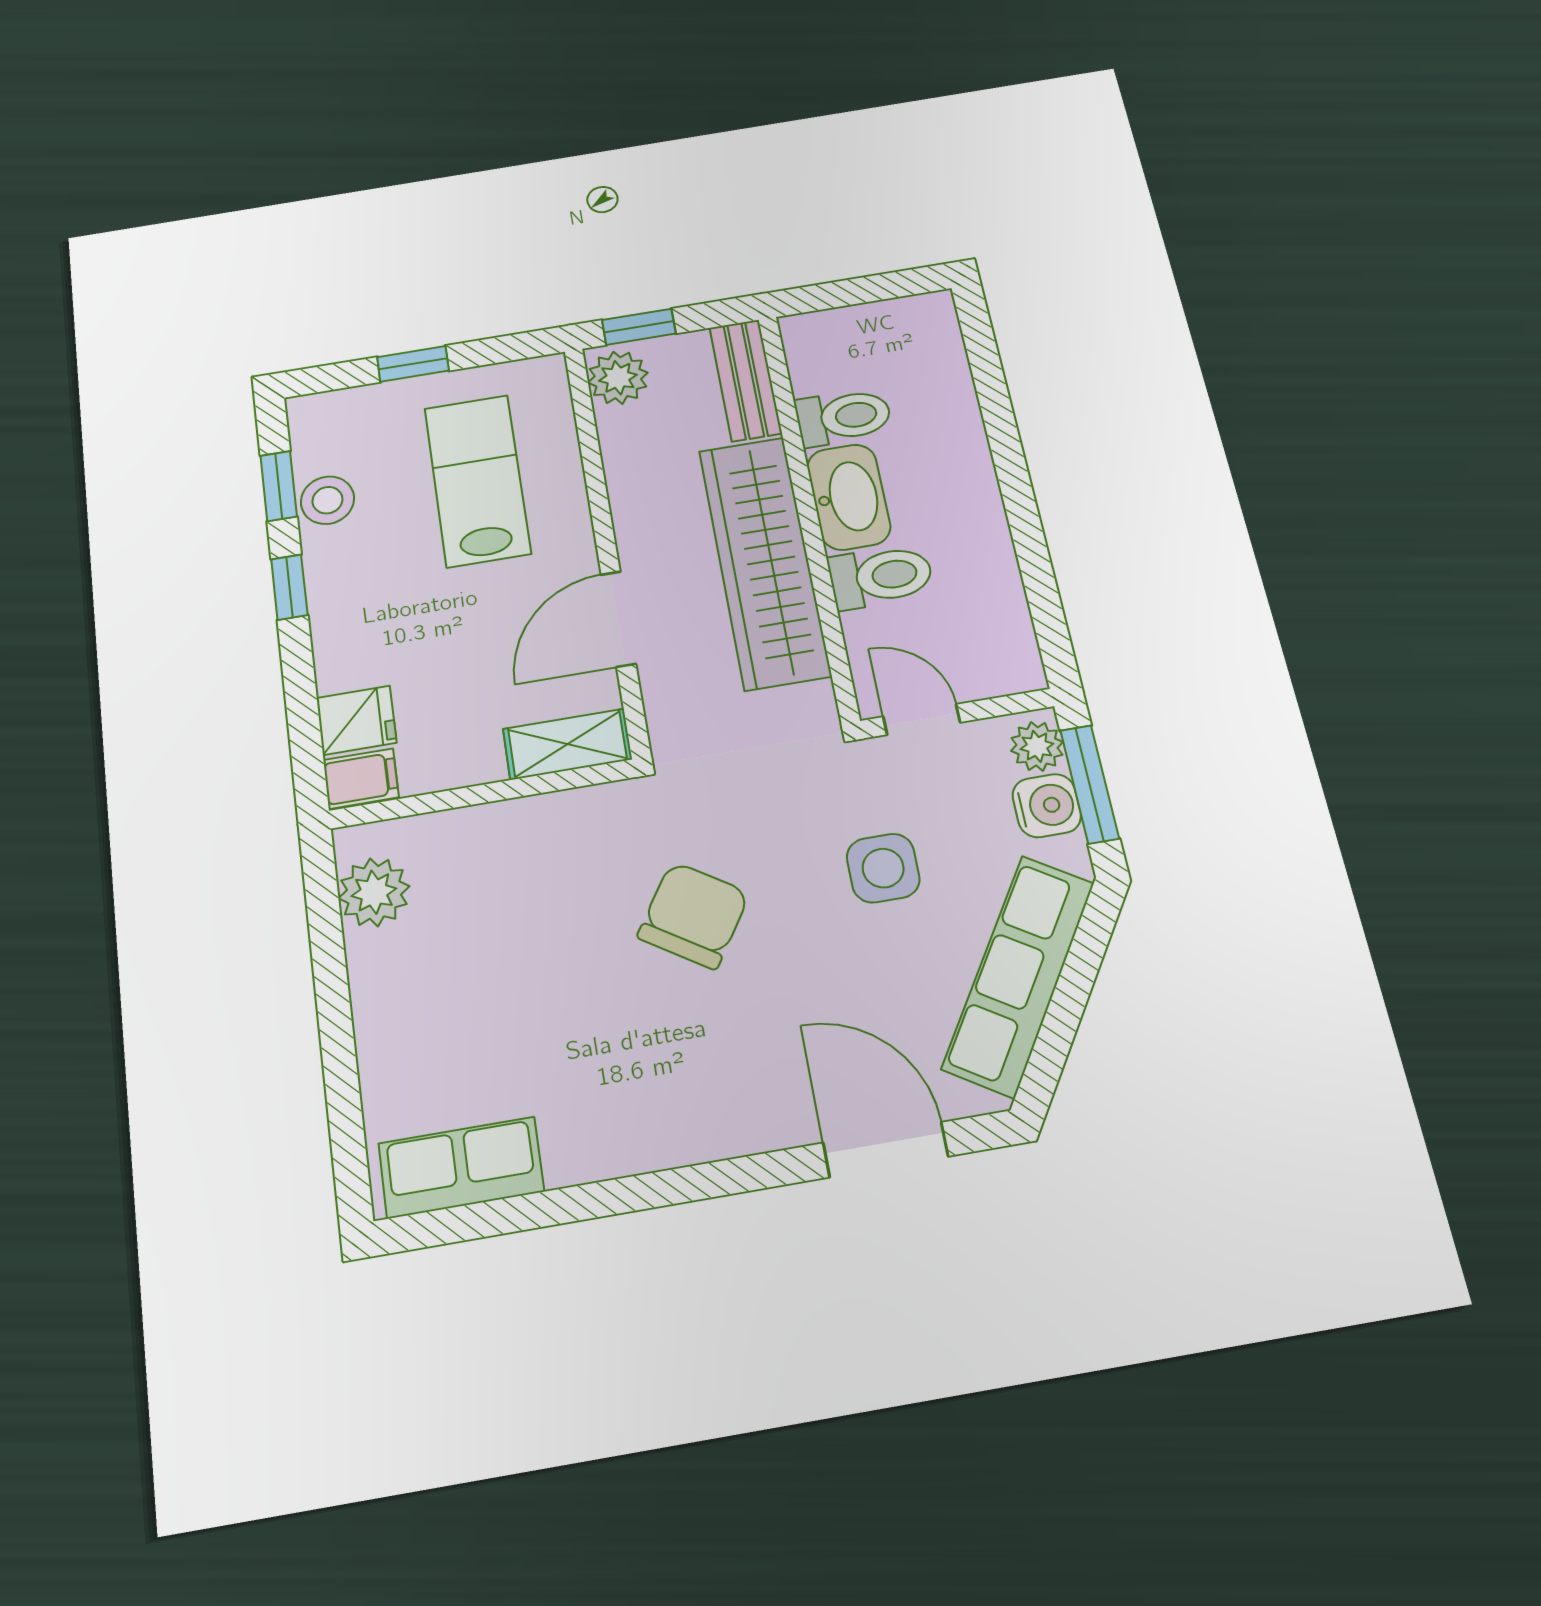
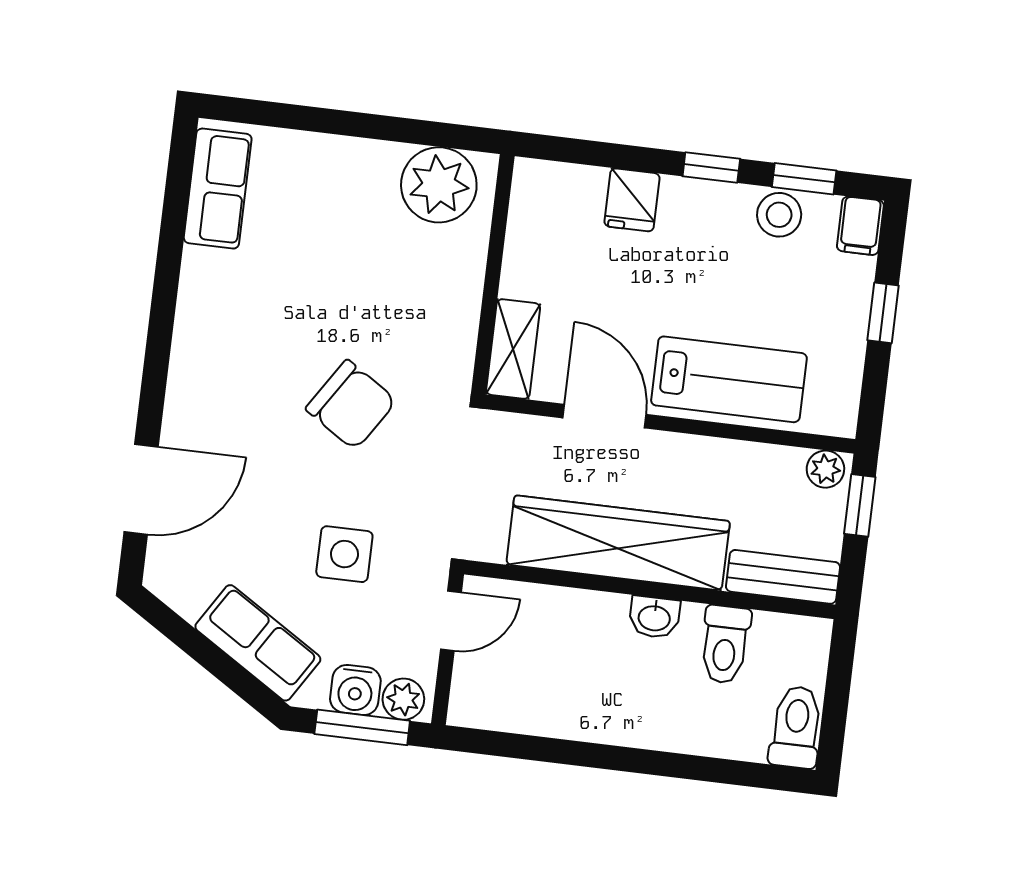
plant: (618, 378) -> (825, 469), width x0.73, depth x0.73
lab bench: (477, 480) -> (729, 379), moved
washbasin: (849, 497) -> (654, 617), width x0.52, depth x0.69
toilet: (881, 576) -> (796, 727), moved, turned 180
fridge: (356, 720) -> (632, 200), moved
filing cabinet: (361, 779) -> (860, 226), moved
plant: (374, 892) -> (439, 185), width x1.36, depth x1.36
row of seats: (1019, 975) -> (258, 643), width x0.68

